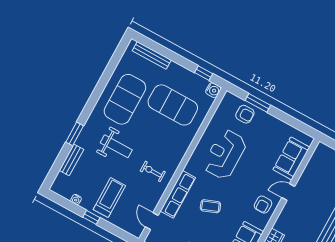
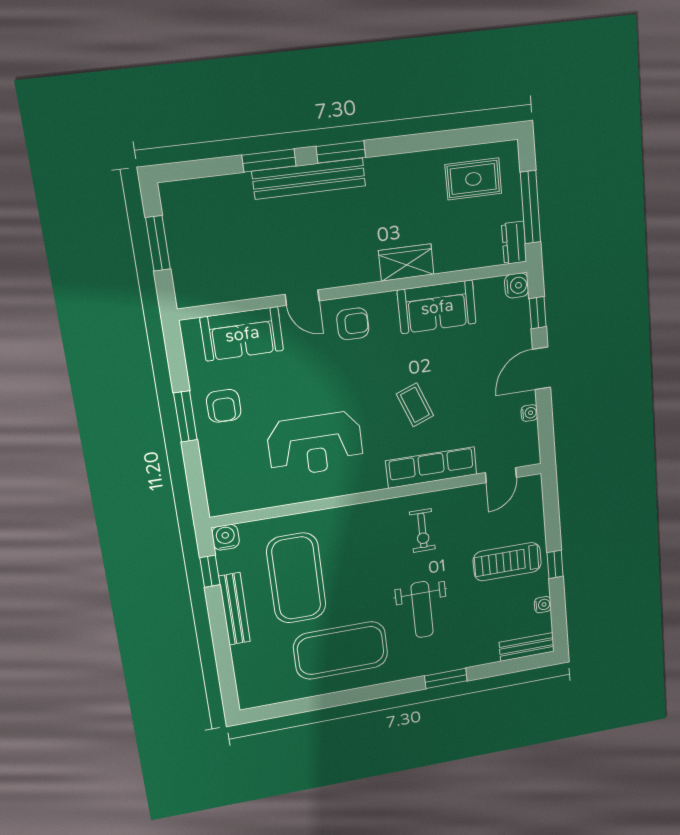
bench: (152, 55) -> (234, 609), moved
window: (258, 103) -> (185, 416), moved
armchair: (245, 114) -> (224, 406), moved, turned 180
weight bench: (116, 146) -> (422, 610), turned 180
bench: (71, 160) -> (527, 647), moved

